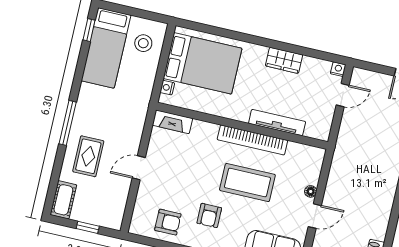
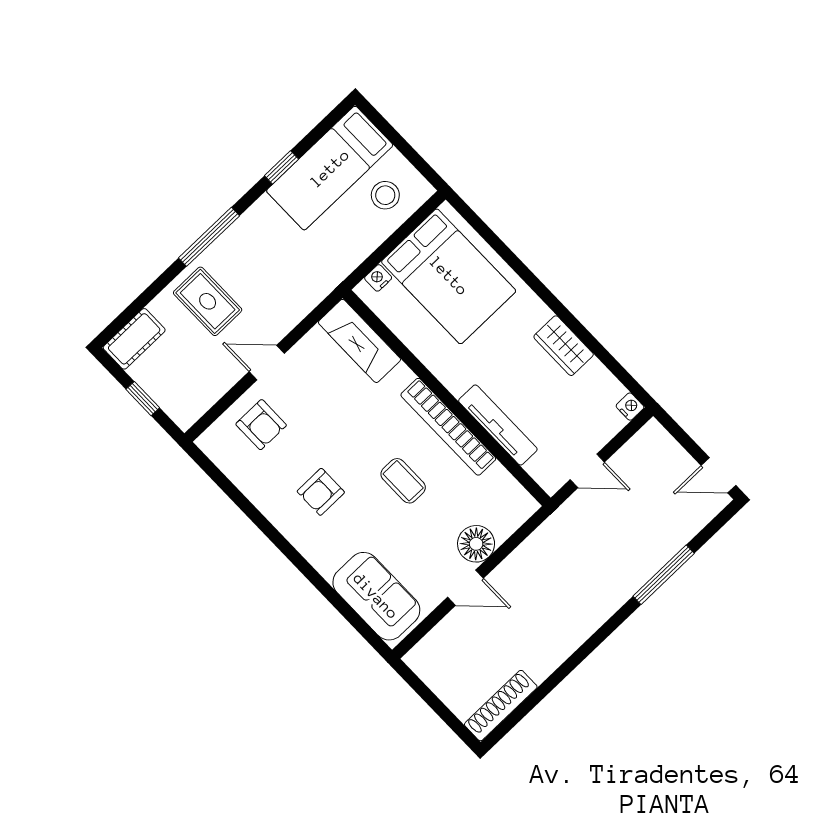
window: (89, 30) -> (281, 167), moved
door: (343, 95) -> (587, 471), moved
fireplace: (172, 122) -> (359, 341), width x1.37, depth x1.32
rug: (88, 156) -> (208, 301), turned 90
coffee table: (247, 182) -> (403, 481), width x0.54, depth x0.58
floor lamp: (311, 191) -> (476, 544), width x1.89, depth x1.89
armchair: (168, 222) -> (261, 425), moved

